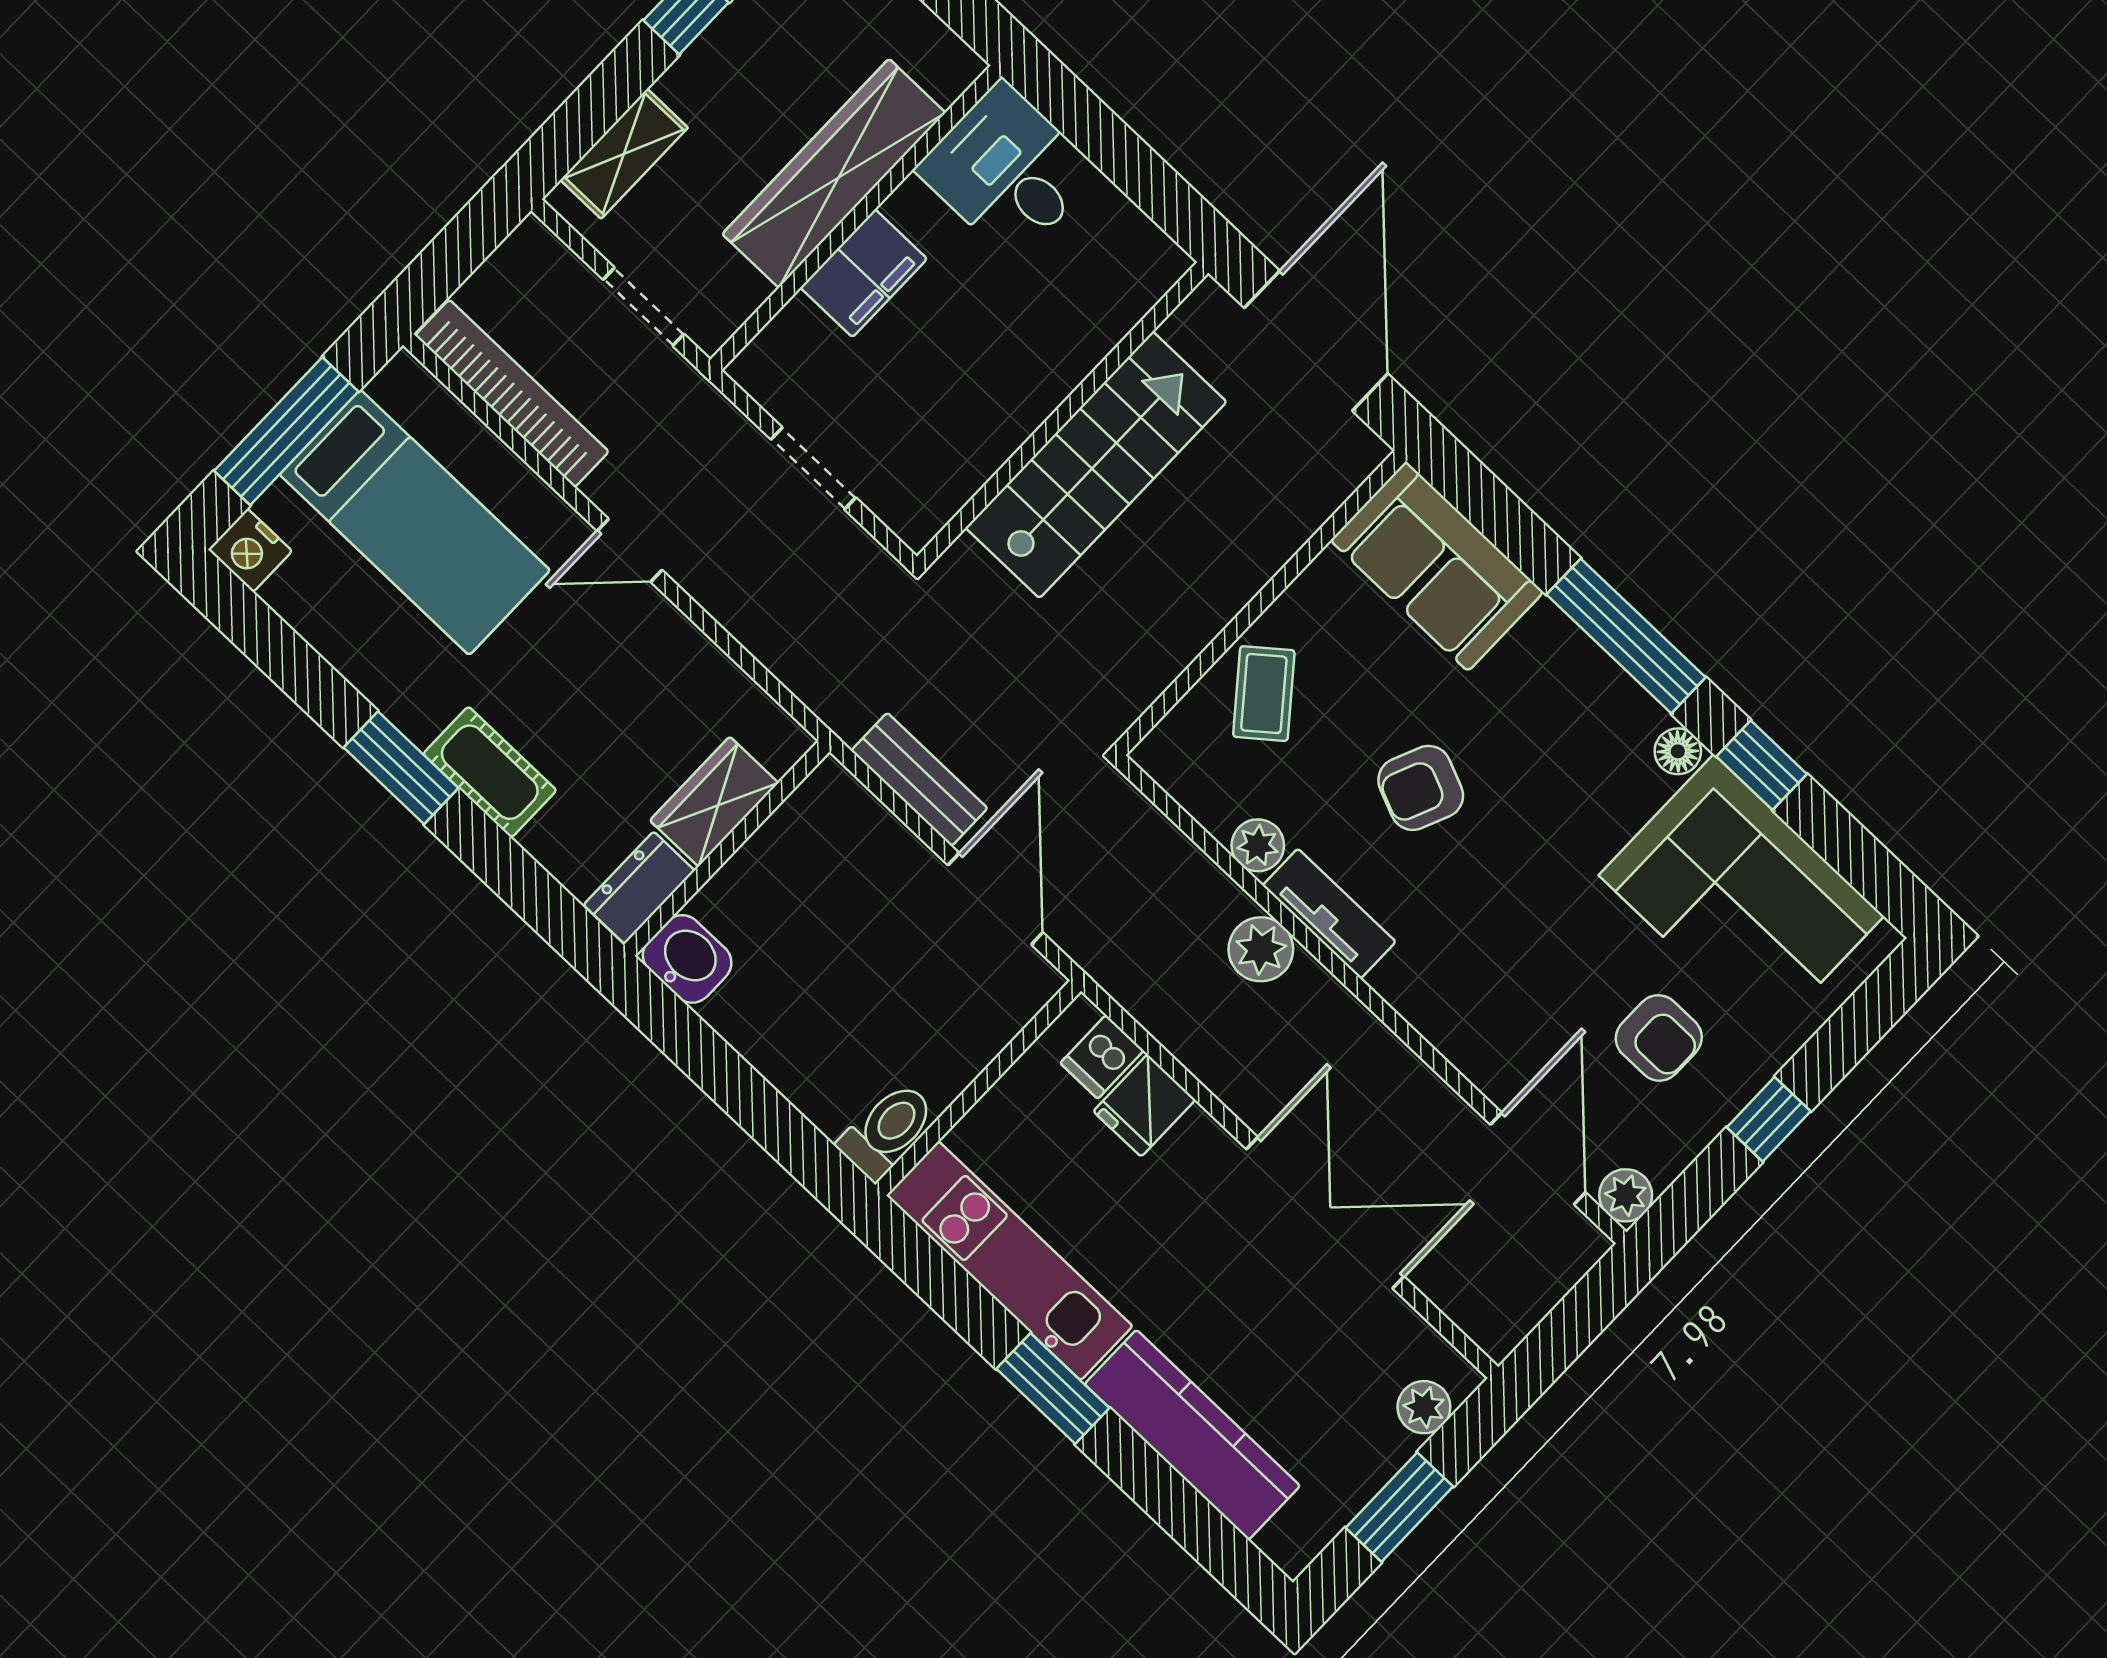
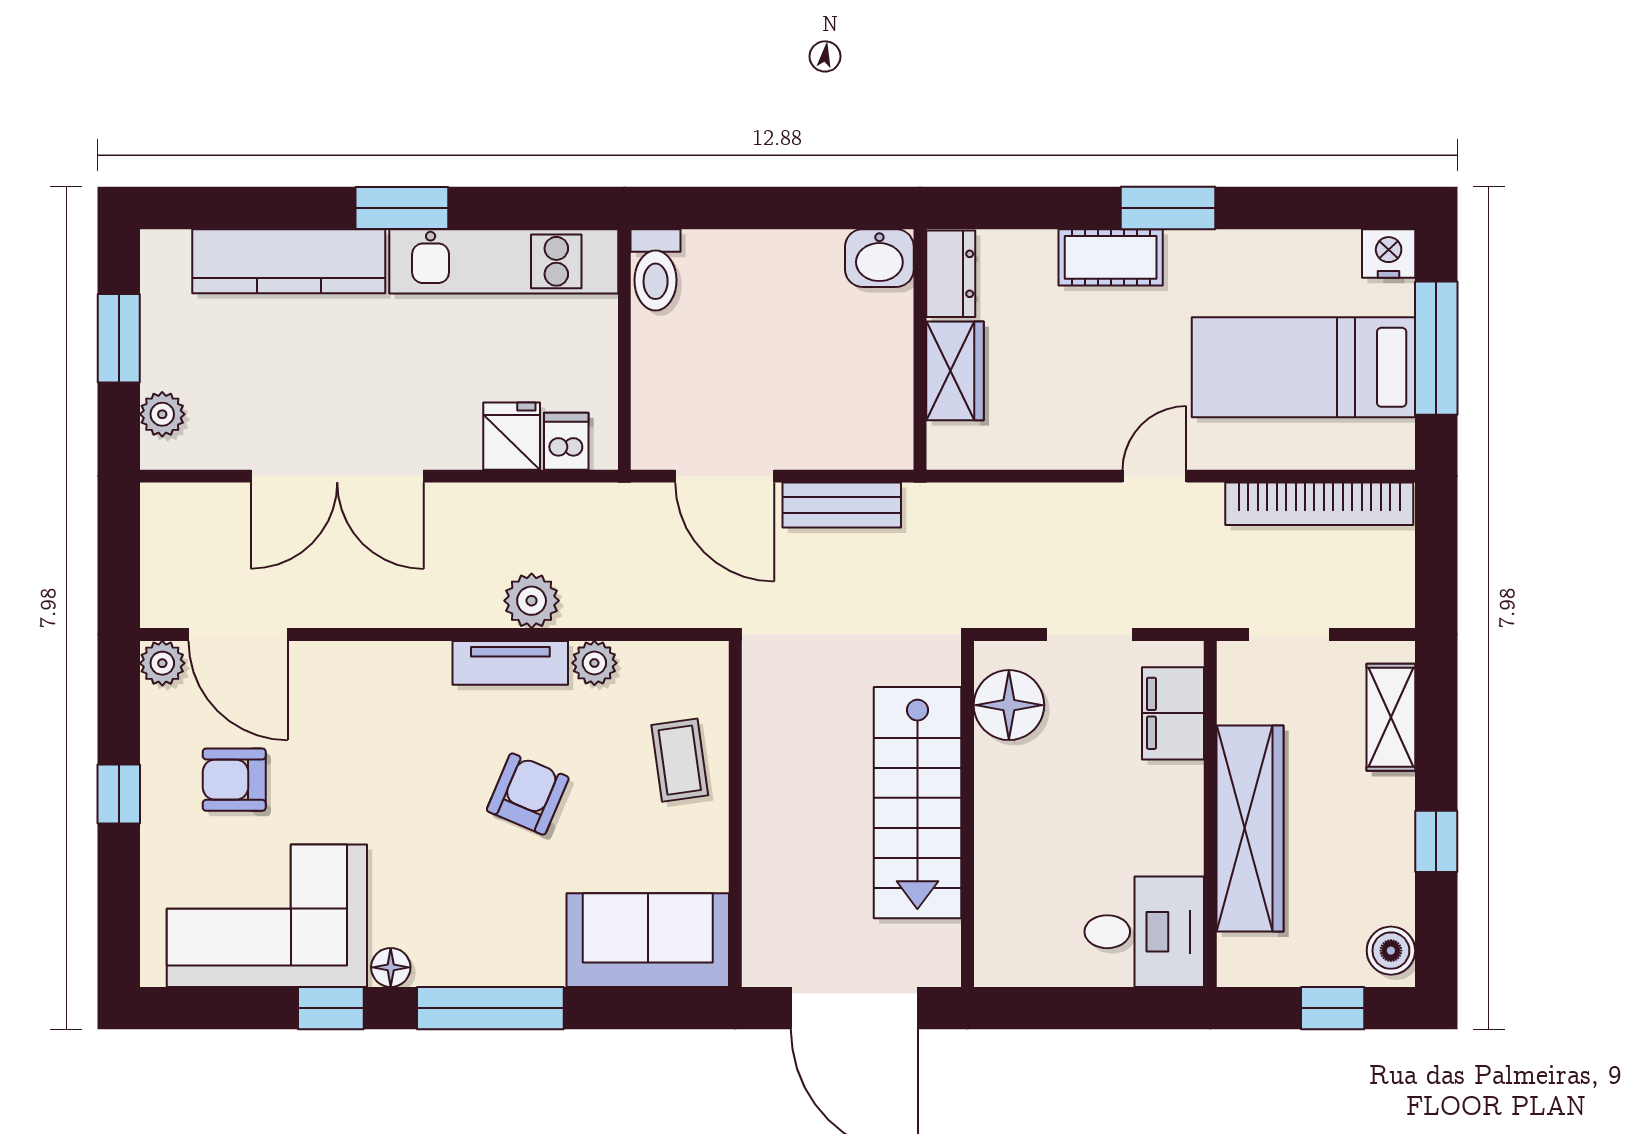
filing cabinet: (864, 273) -> (1173, 713), moved
floor lamp: (939, 474) -> (1009, 705), added
coffee table: (1264, 694) -> (680, 760), turned 31

